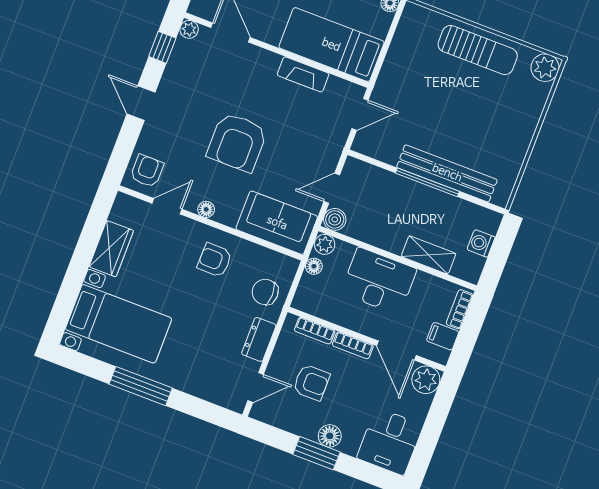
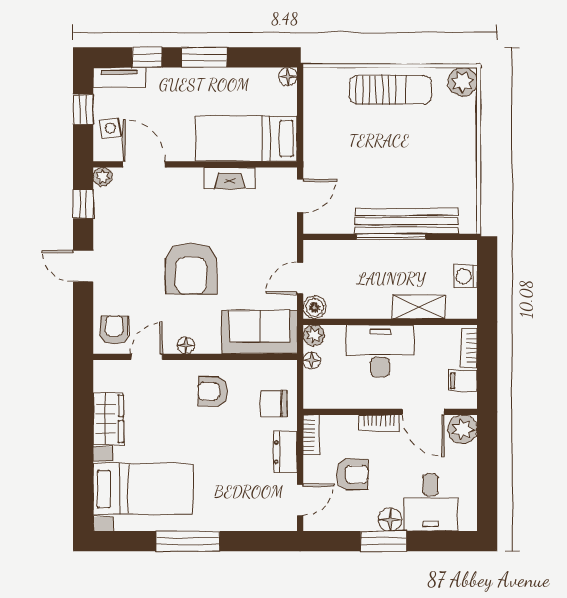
bookcase: (315, 331) -> (311, 435), moved, turned -90
desk: (390, 441) -> (430, 503), moved

